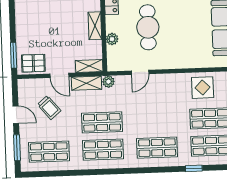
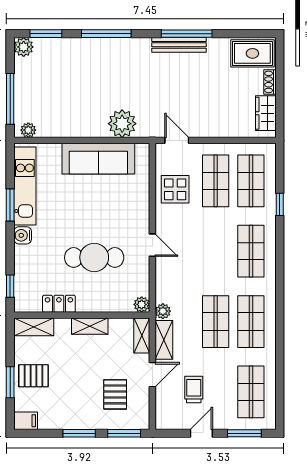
window: (12, 21) -> (79, 433), added
plant: (112, 39) -> (142, 304), moved
pallet: (33, 63) -> (115, 394), moved
door: (140, 72) -> (152, 245), moved
trolley: (49, 108) -> (194, 390), turned -50

